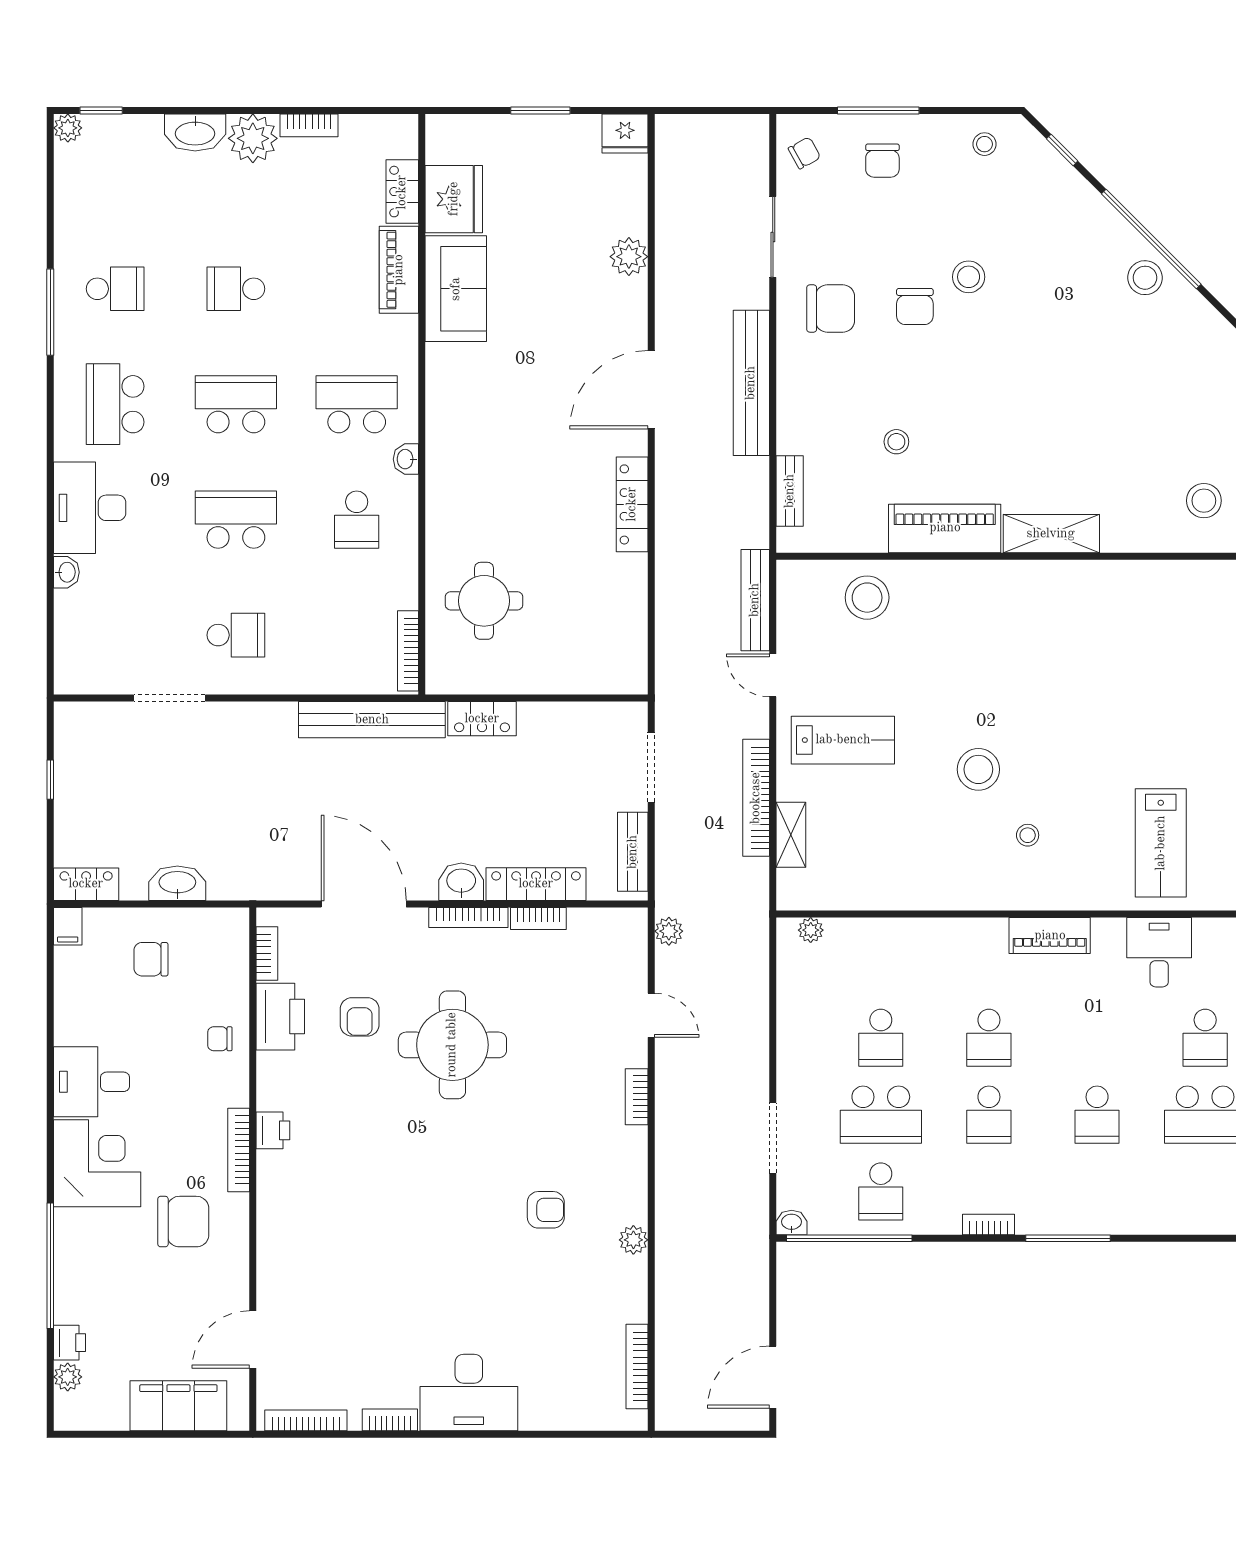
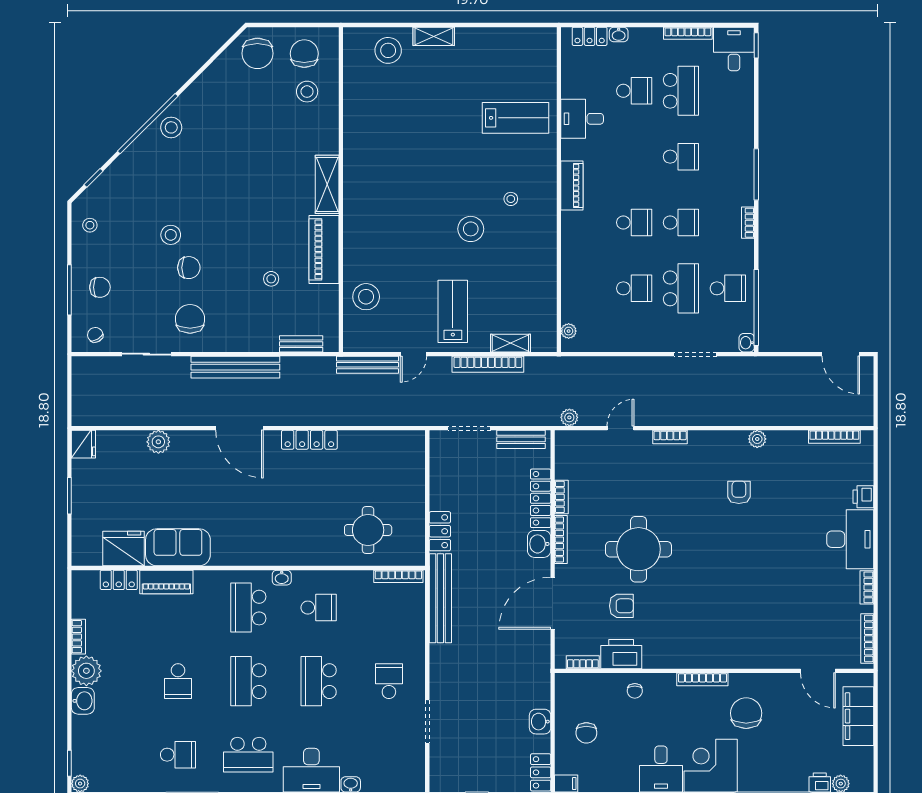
washbasin: (195, 132) -> (83, 701), width x0.72
school desk: (115, 289) -> (178, 755), turned 90
washbasin: (177, 883) -> (540, 722), width x0.72
printer: (273, 1130) -> (863, 497), moved, turned -90

